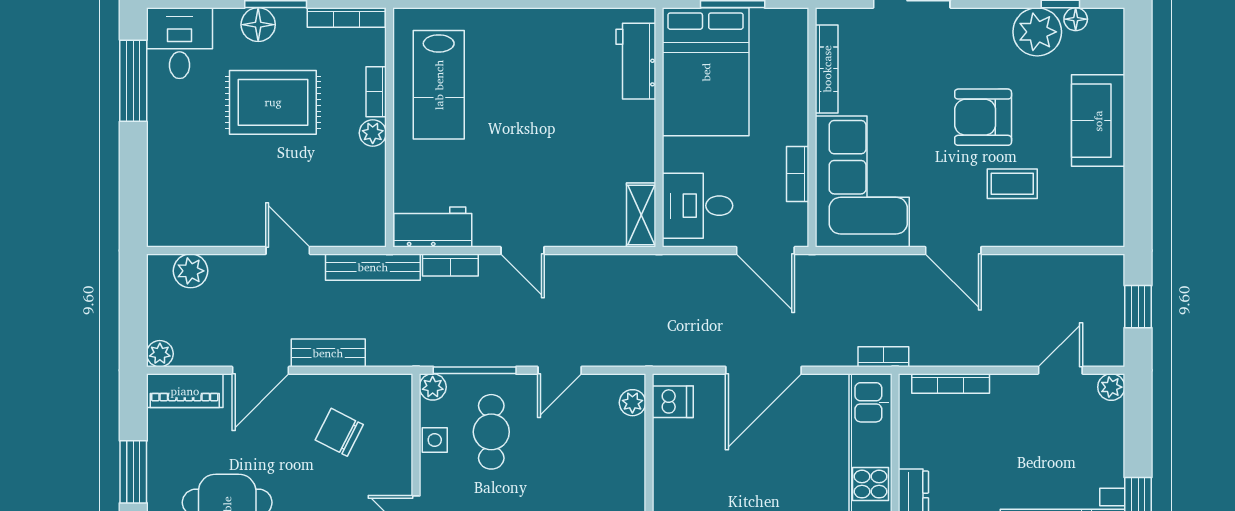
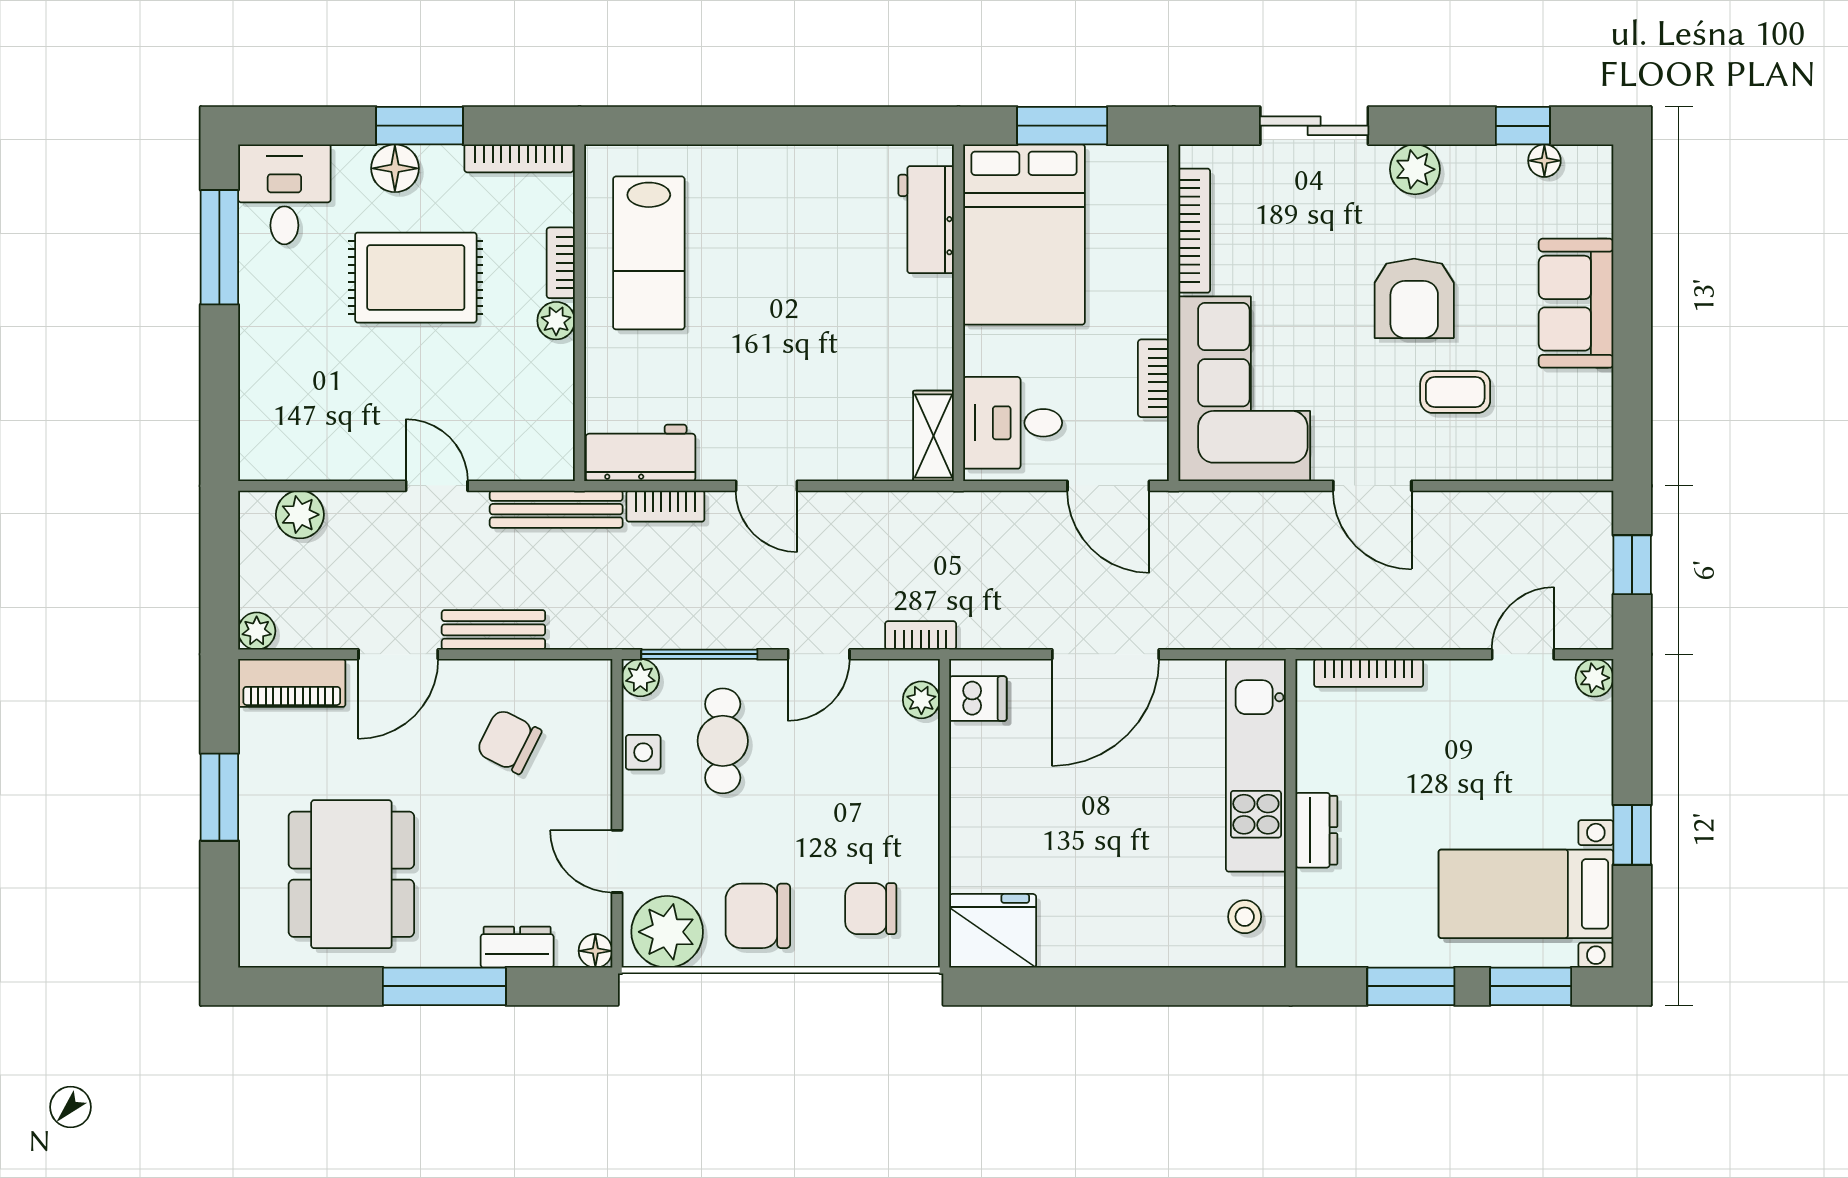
plant: (1037, 32) -> (1415, 169), moved, width x0.73, depth x0.73
armchair: (983, 117) -> (1414, 298), turned -90
bookcase: (883, 357) -> (921, 635), moved

